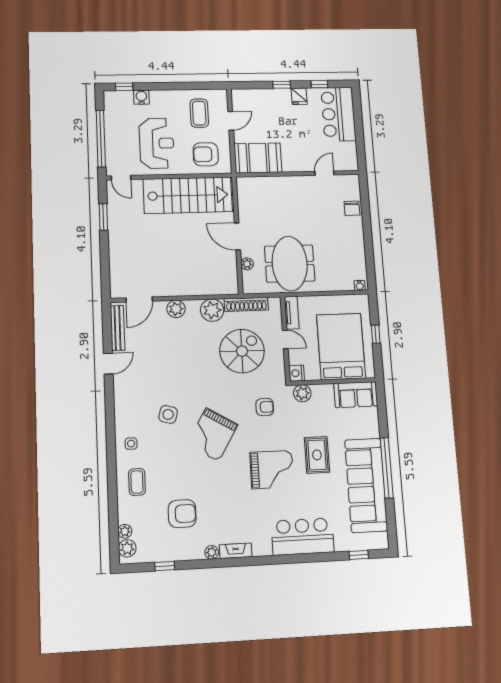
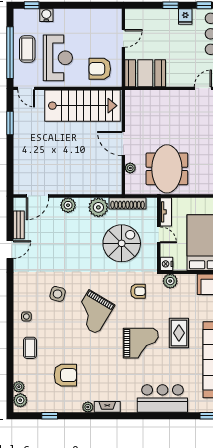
coffee table: (199, 113) -> (27, 49), moved
bench: (118, 328) -> (19, 225), width x0.73

